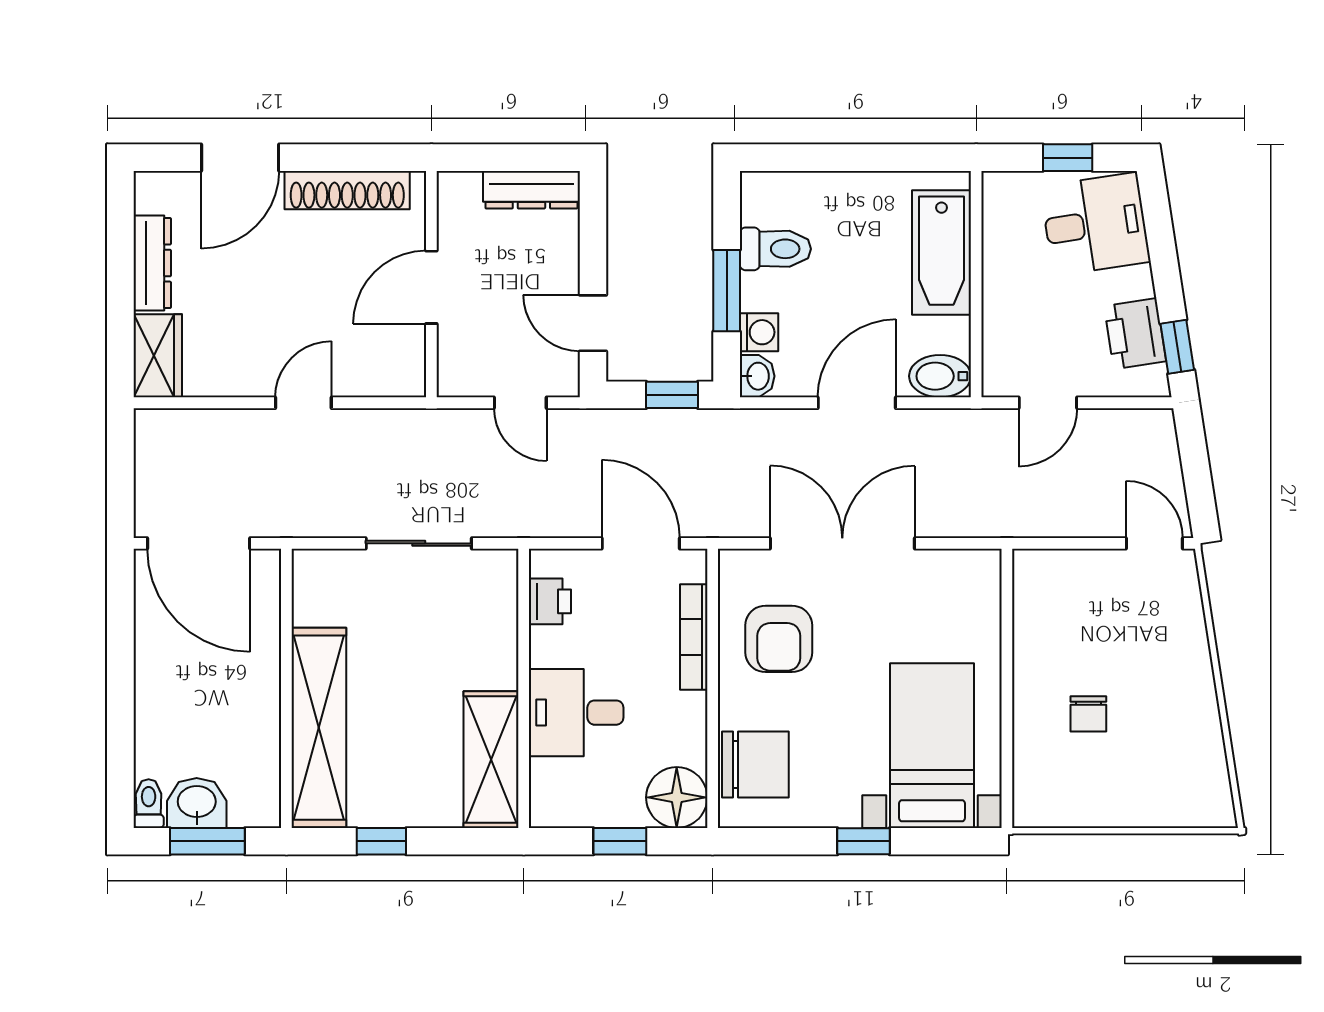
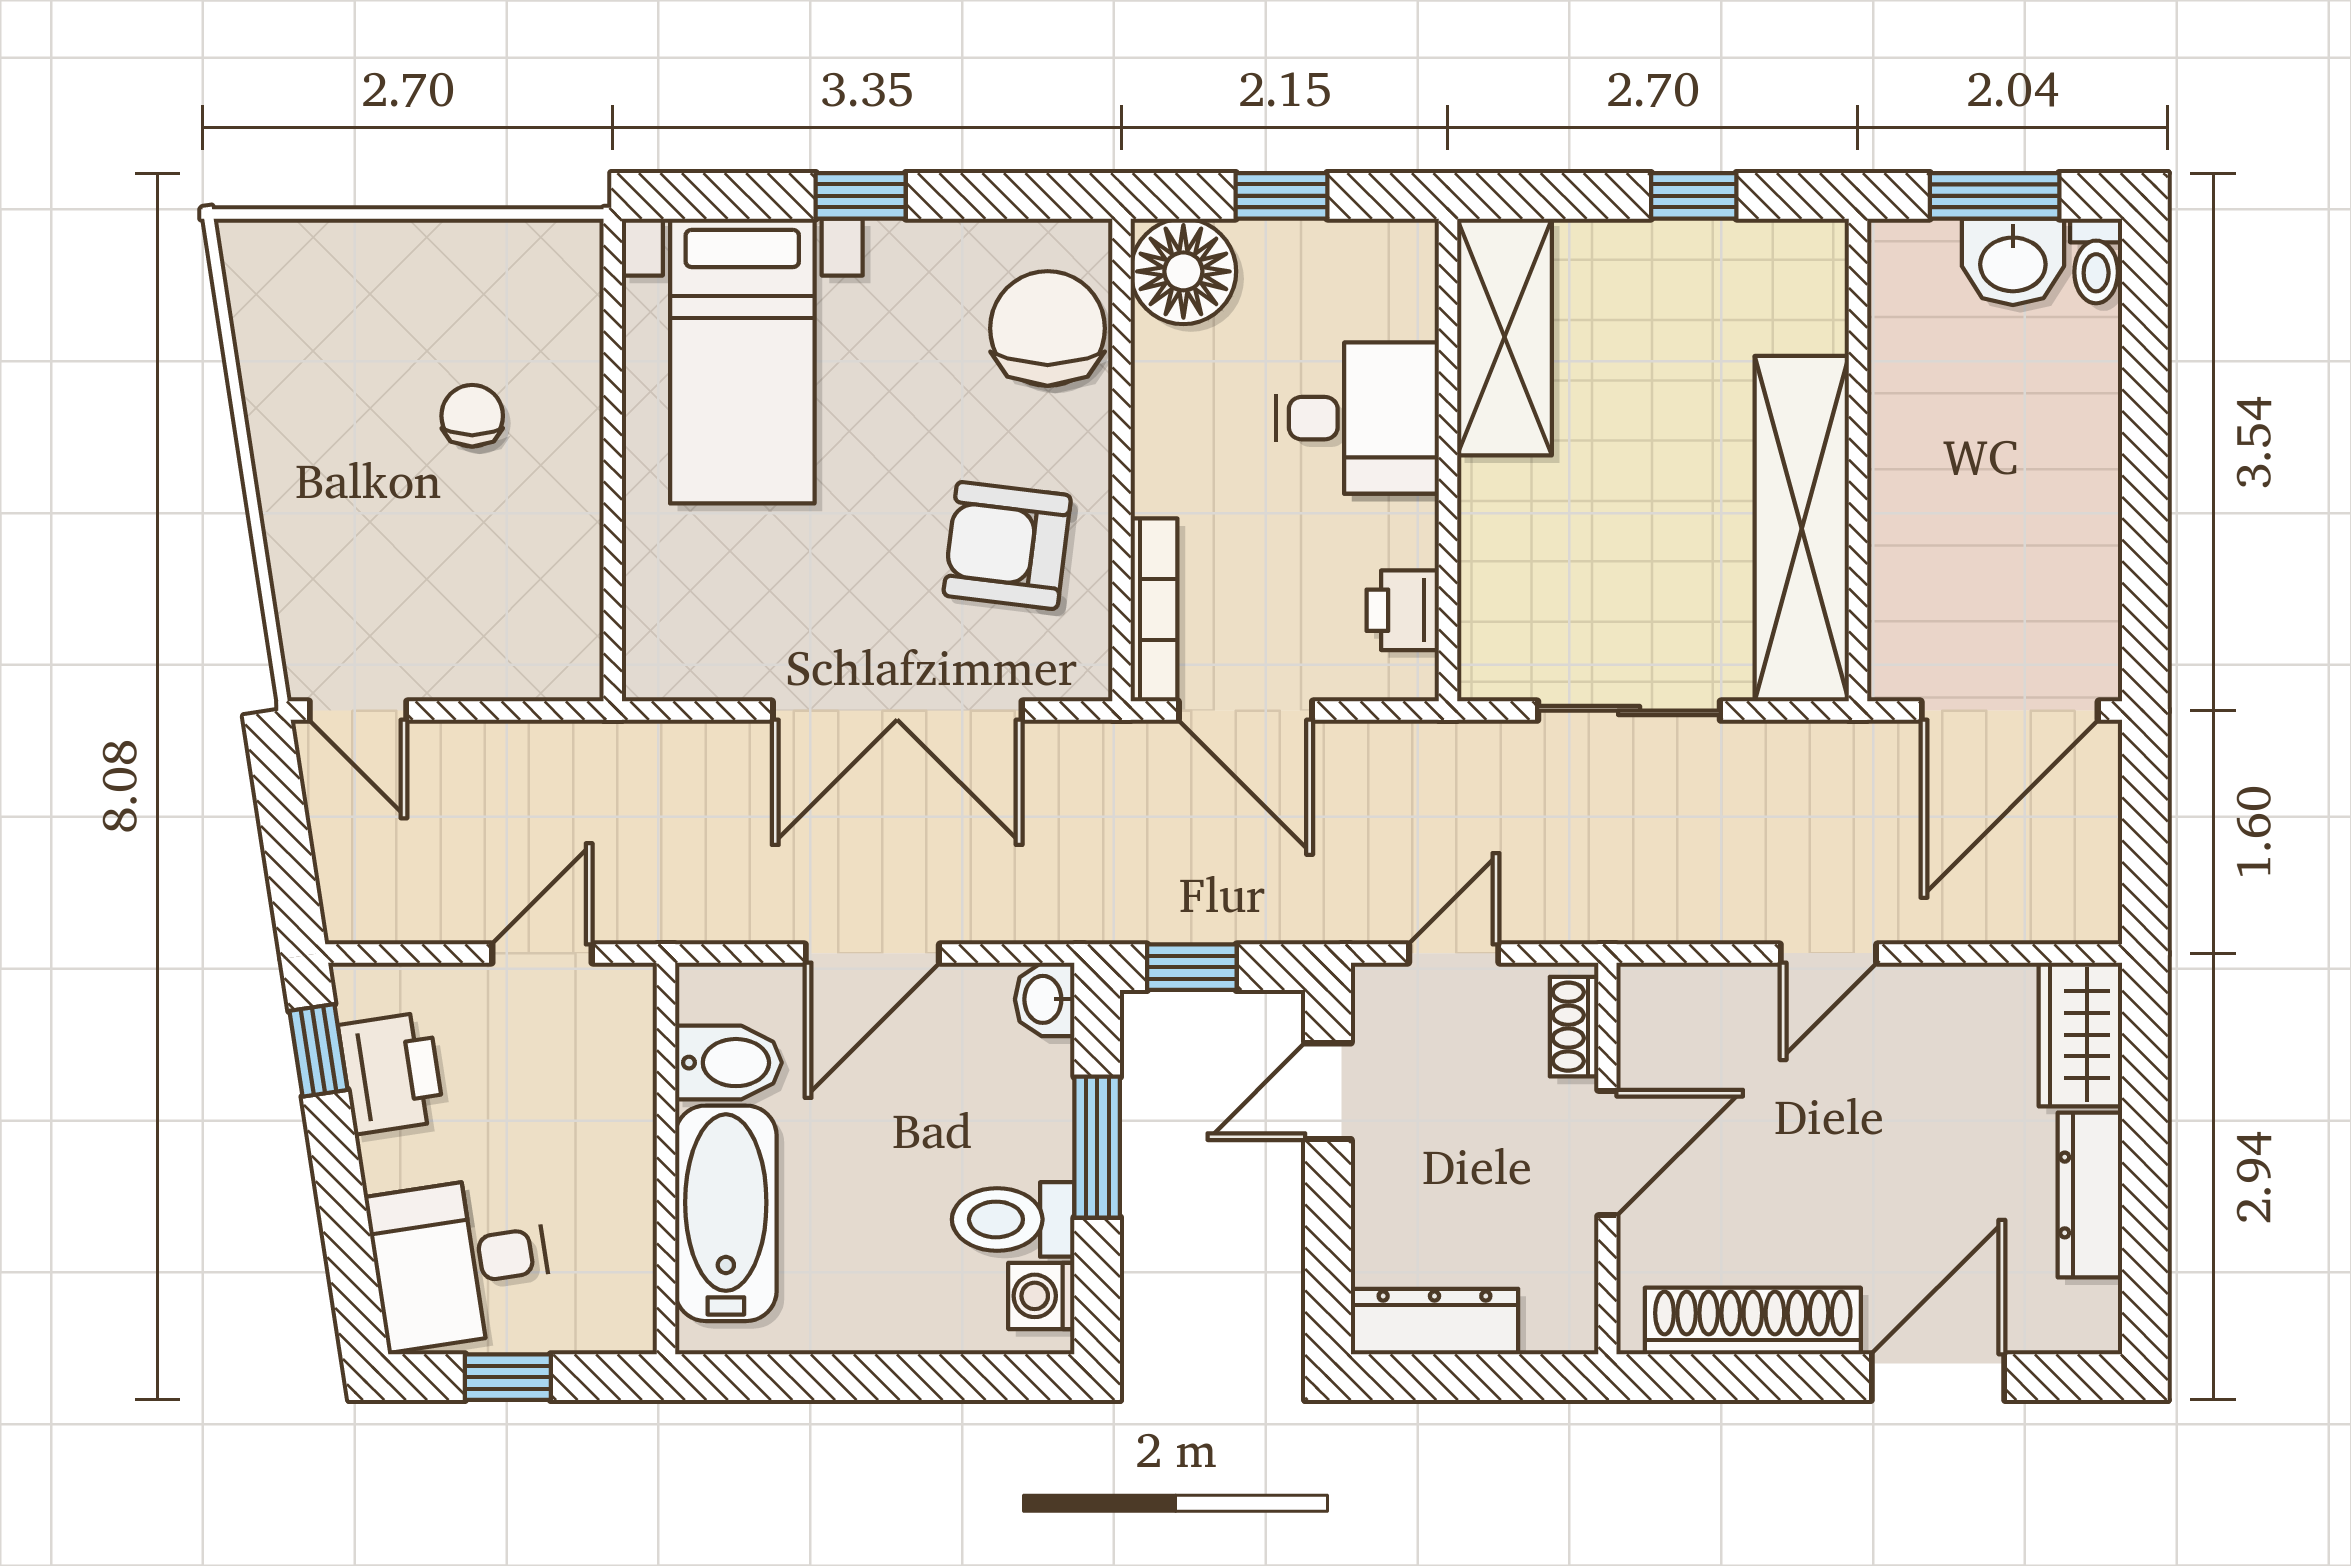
door: (593, 323) -> (1328, 1091), swing flipped
washing machine: (759, 332) -> (1041, 1296), moved
shoe rack: (451, 360) -> (1574, 1027), added
bidet: (940, 376) -> (728, 1063), moved
door: (520, 403) -> (1454, 953), hinge flipped
door: (199, 543) -> (2010, 711), swing flipped
bookcase: (694, 637) -> (1154, 610), moved
armchair: (779, 639) -> (1007, 545), turned -83
shelving: (319, 728) -> (1802, 529), moved
chair: (755, 764) -> (1048, 328), turned 90

